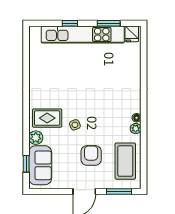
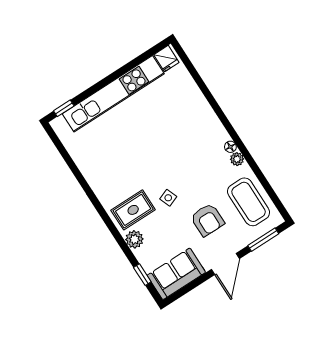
window: (70, 23) -> (64, 108), moved
window: (109, 23) -> (134, 63), removed
armchair: (91, 155) -> (207, 220), turned 180
sofa: (40, 165) -> (176, 274), moved, turned -90

